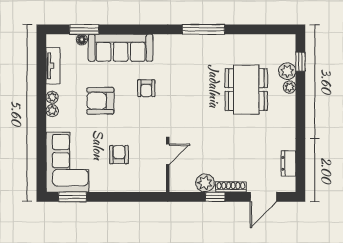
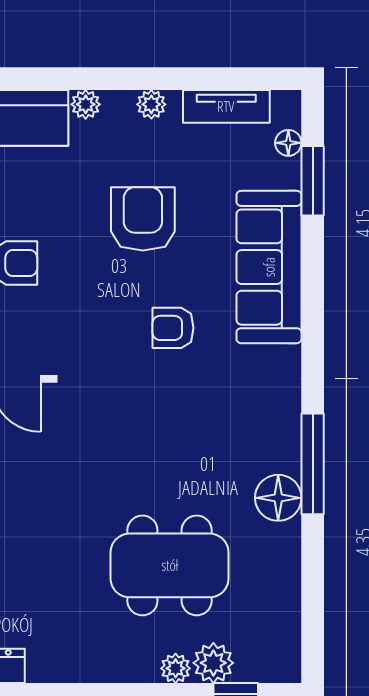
floor lamp: (82, 40) -> (288, 143), moved
floor lamp: (218, 44) -> (278, 498), added
plant: (52, 111) -> (86, 104), moved

